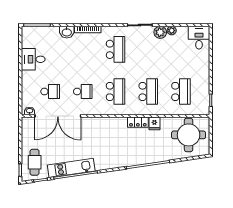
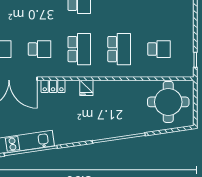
school desk: (181, 91) -> (159, 49), width x0.54
locker: (138, 122) -> (53, 86), moved
fridge: (154, 123) -> (86, 88), moved

